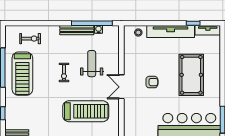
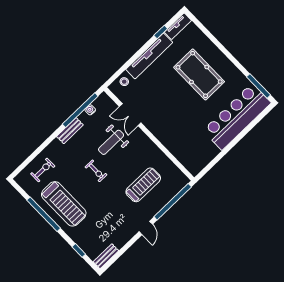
bench: (77, 30) -> (70, 131), width x0.73
weight bench: (92, 64) -> (111, 142), turned -90
armchair: (152, 82) -> (173, 111), removed
double door: (121, 87) -> (130, 115), moved
treadmill: (86, 111) -> (143, 185), width x0.73, depth x0.73

